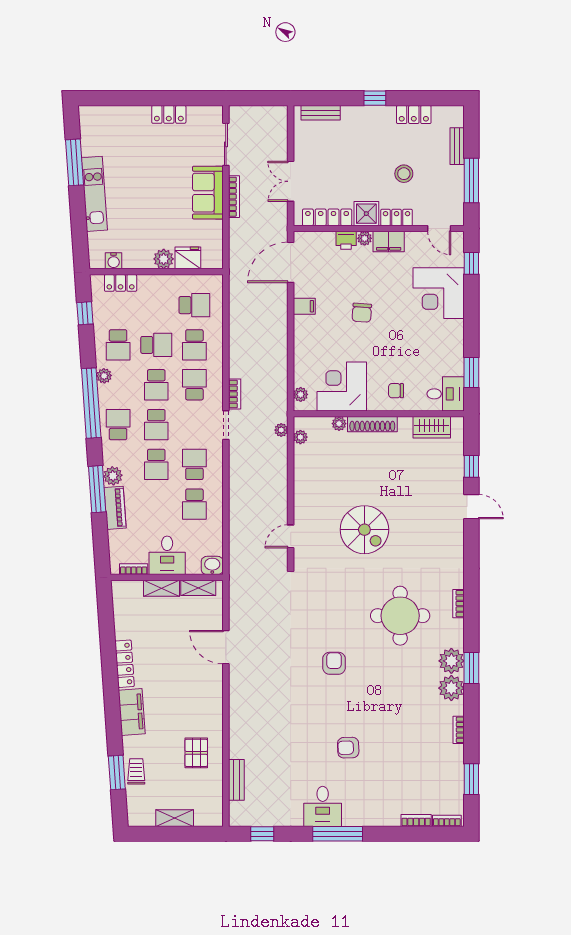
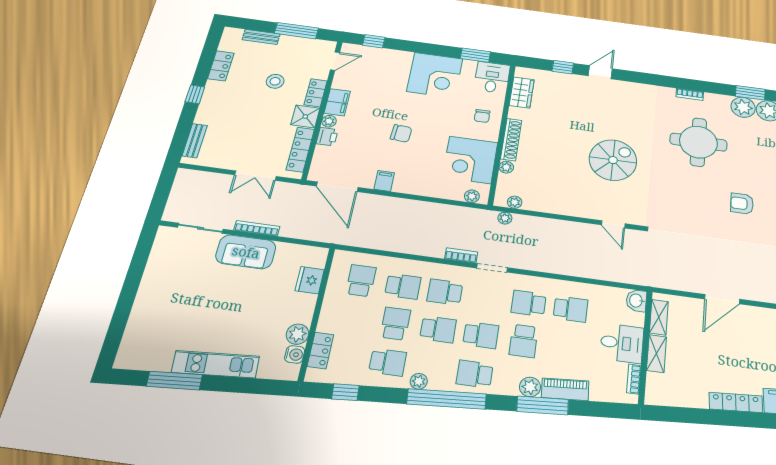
locker: (169, 114) -> (152, 278), removed
plant: (164, 259) -> (297, 334), moved
corner desk: (439, 293) -> (435, 75), moved
school desk: (156, 464) -> (523, 341), turned 90

